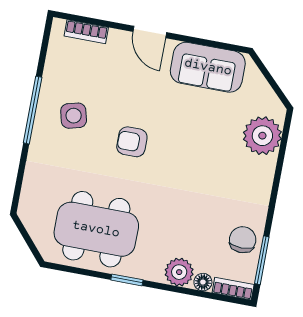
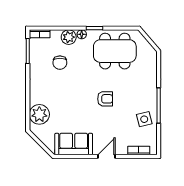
door: (150, 32) -> (106, 156), hinge flipped
side table: (74, 116) -> (144, 119), moved
chair: (243, 240) -> (60, 63), moved
floor lamp: (203, 282) -> (82, 34), moved

